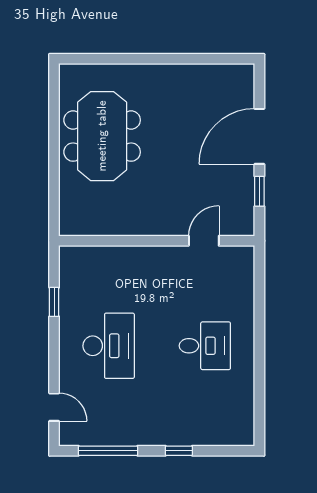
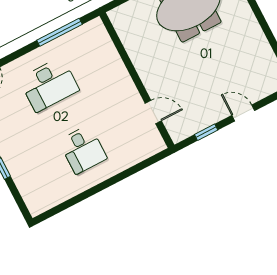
door: (259, 136) -> (243, 113), width x0.53
window: (54, 302) -> (60, 32), width x2.17

